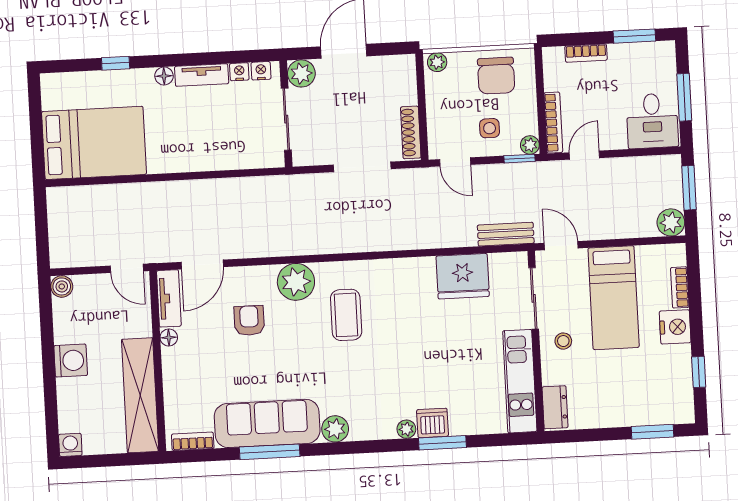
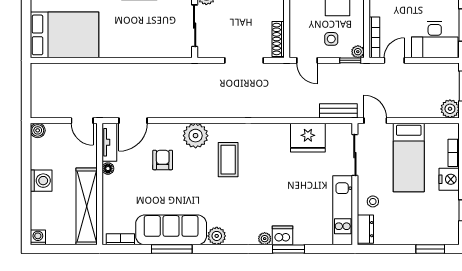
desk: (652, 121) -> (435, 40), width x1.37
stool: (563, 341) -> (373, 201), moved

